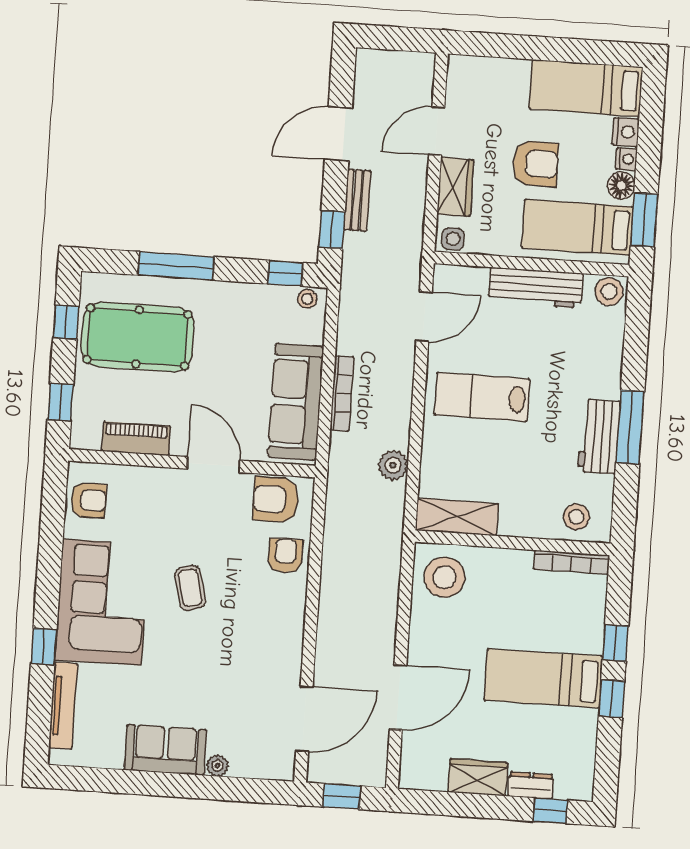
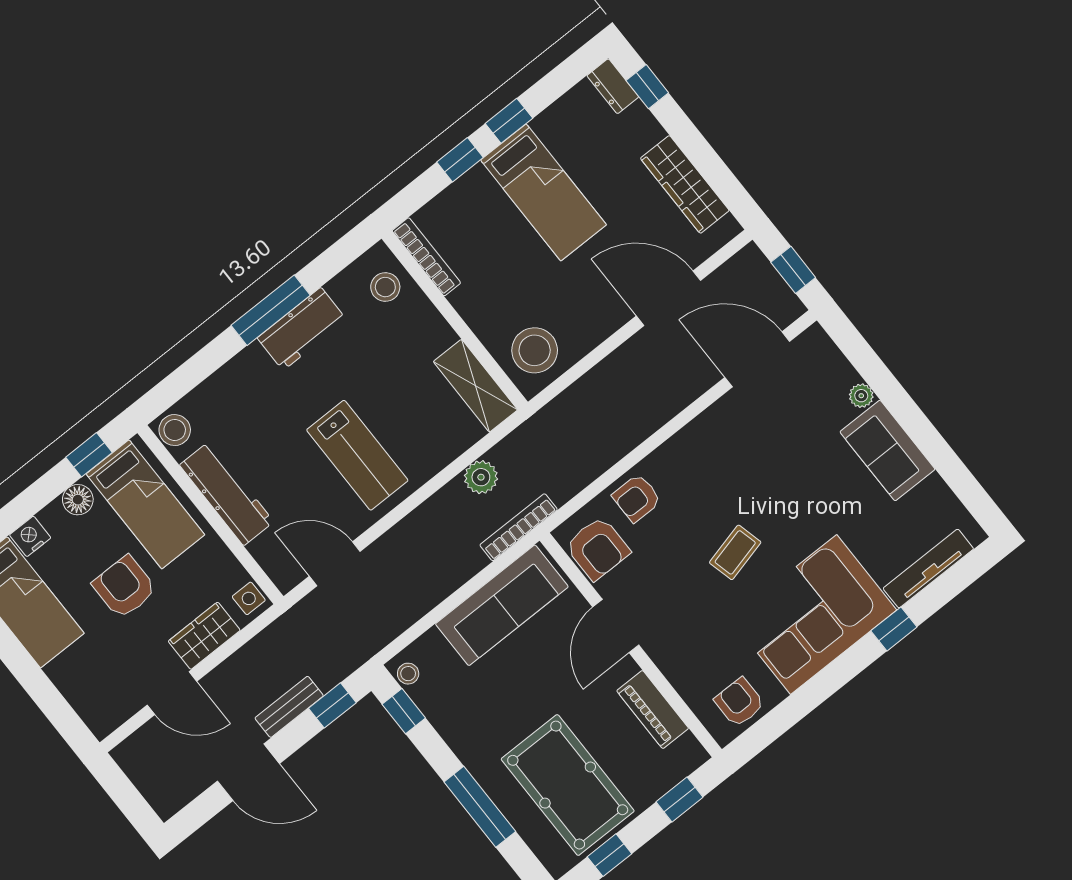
nightstand: (627, 159) -> (52, 515), removed
window: (644, 220) -> (89, 455), width x0.67
bookcase: (342, 393) -> (519, 527), moved
wardrobe: (478, 777) -> (685, 184), width x1.50
dresser: (531, 785) -> (613, 86), moved

